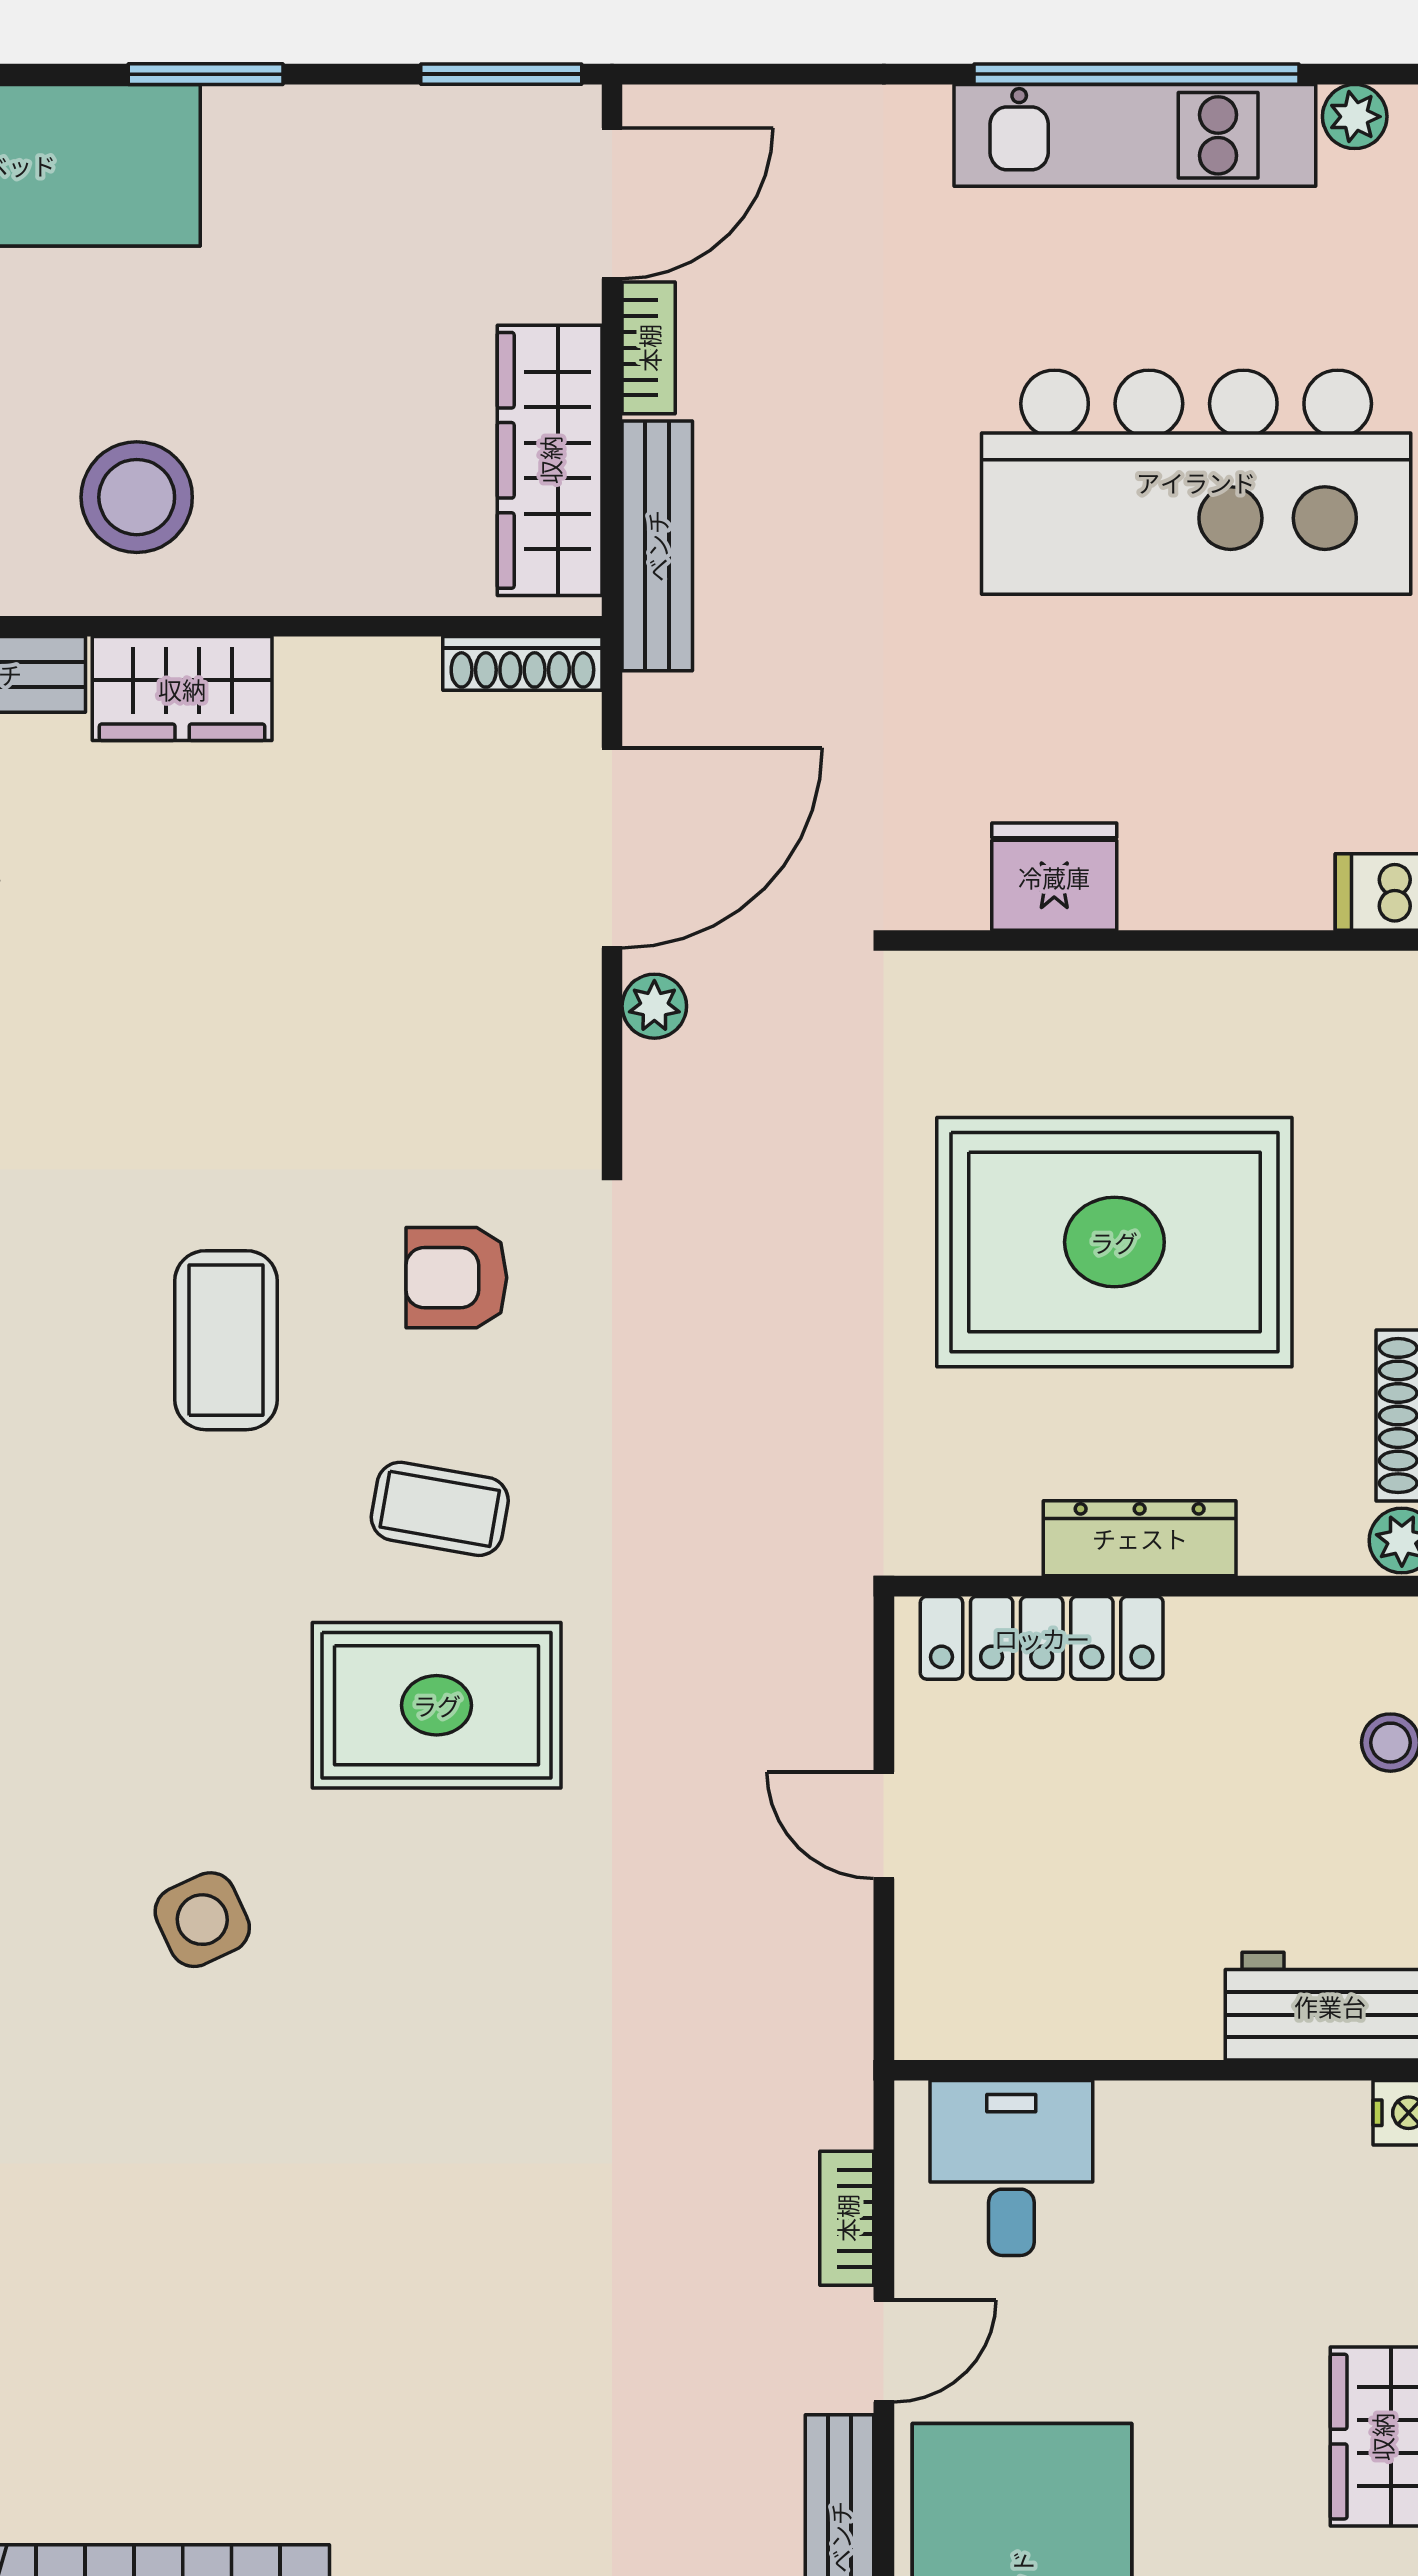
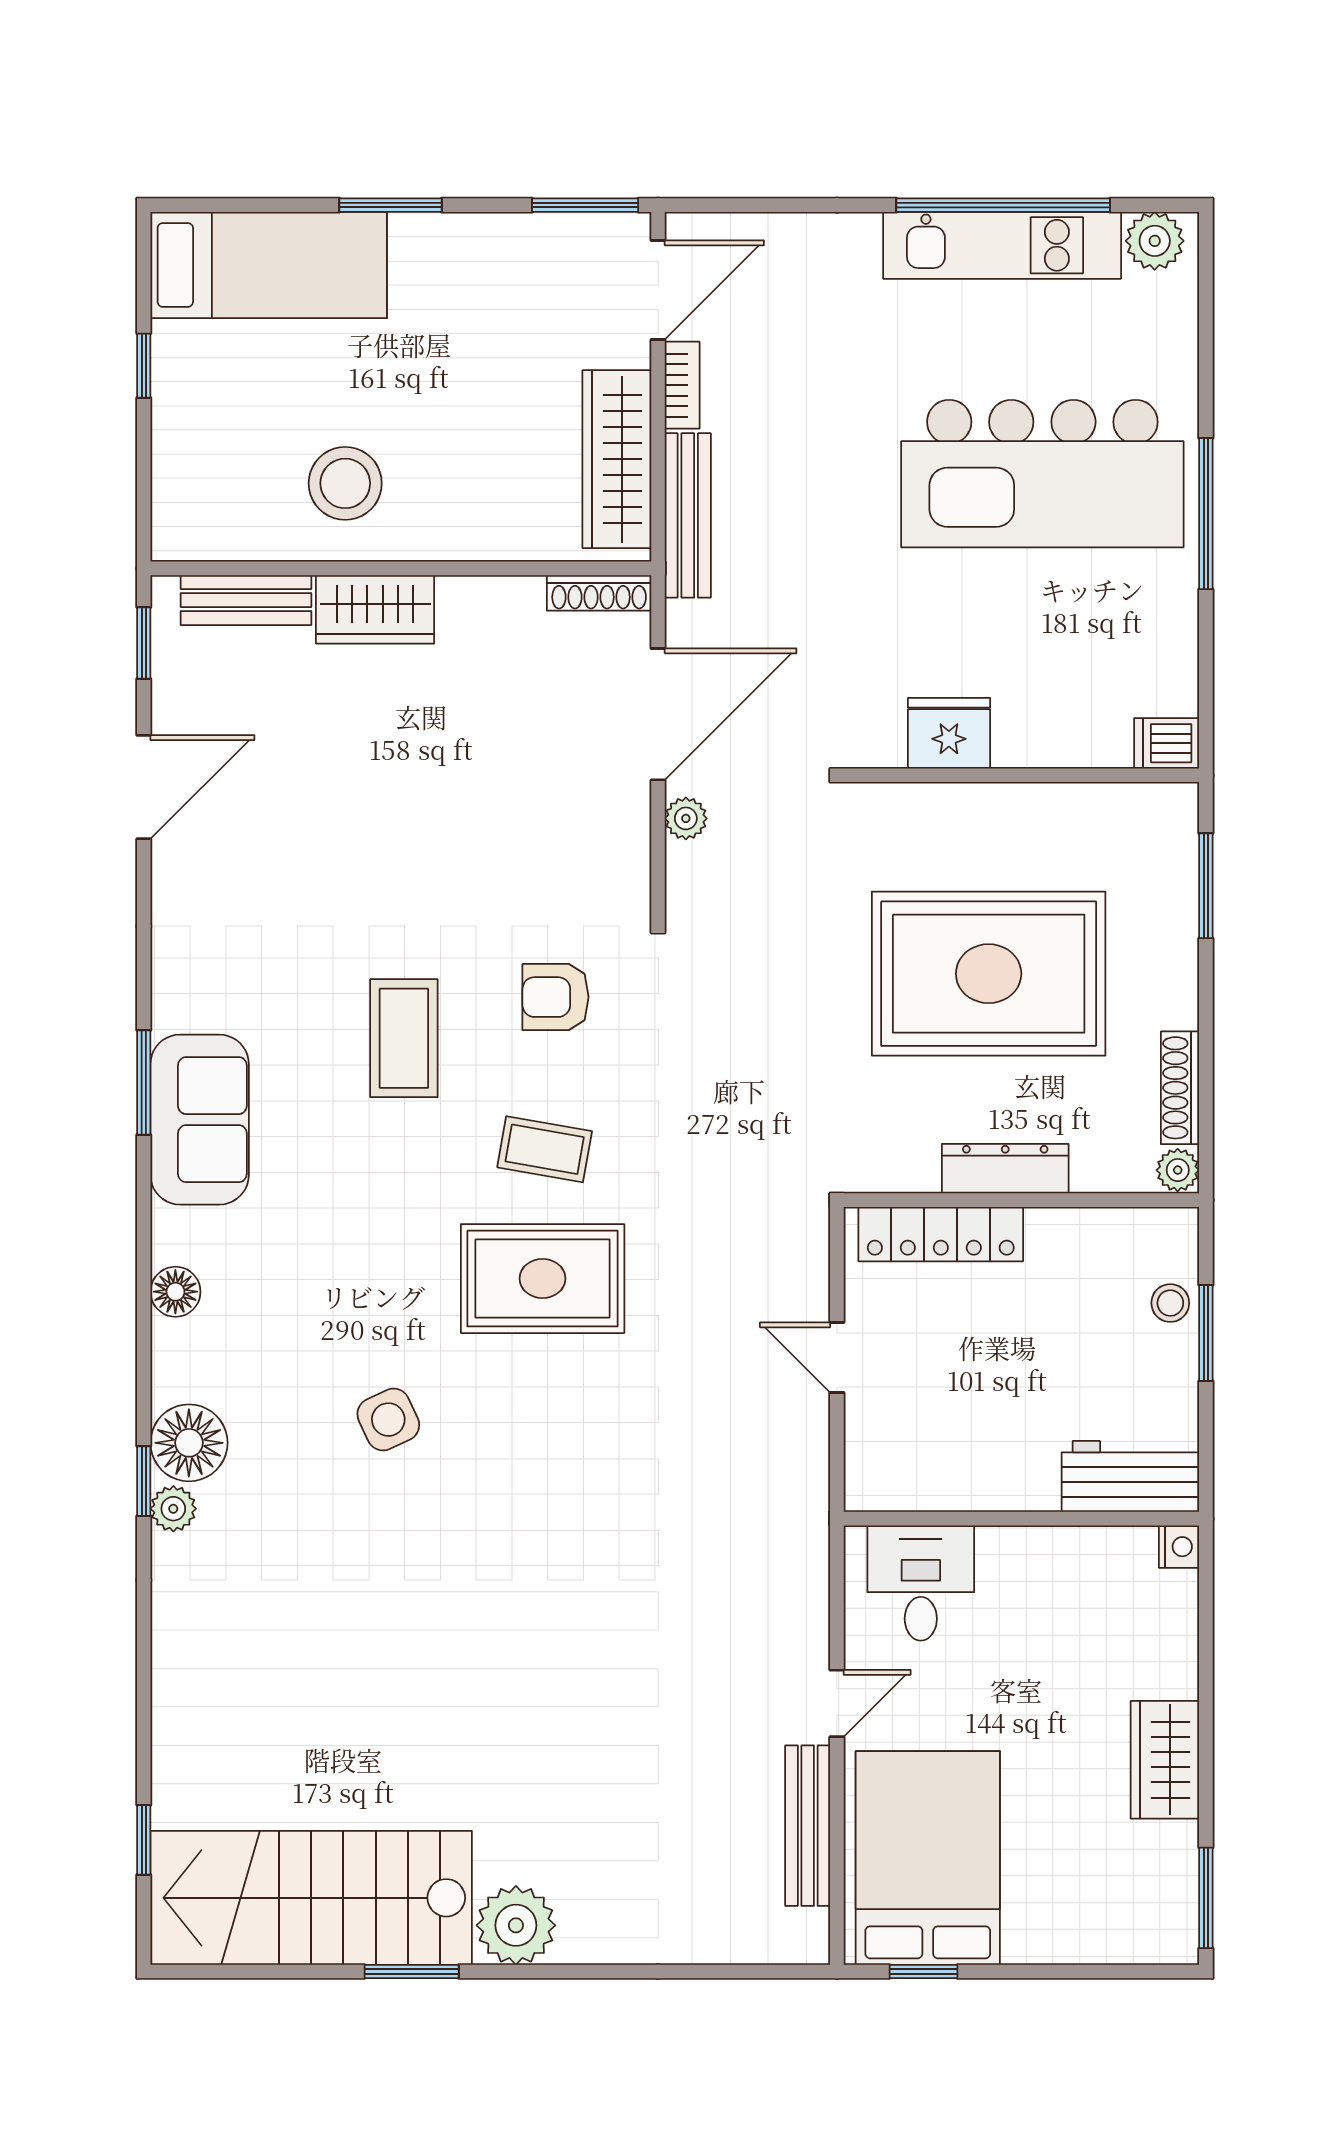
plant: (1355, 117) -> (1155, 241), width x1.38, depth x1.38
bookcase: (847, 2218) -> (813, 1616), removed

